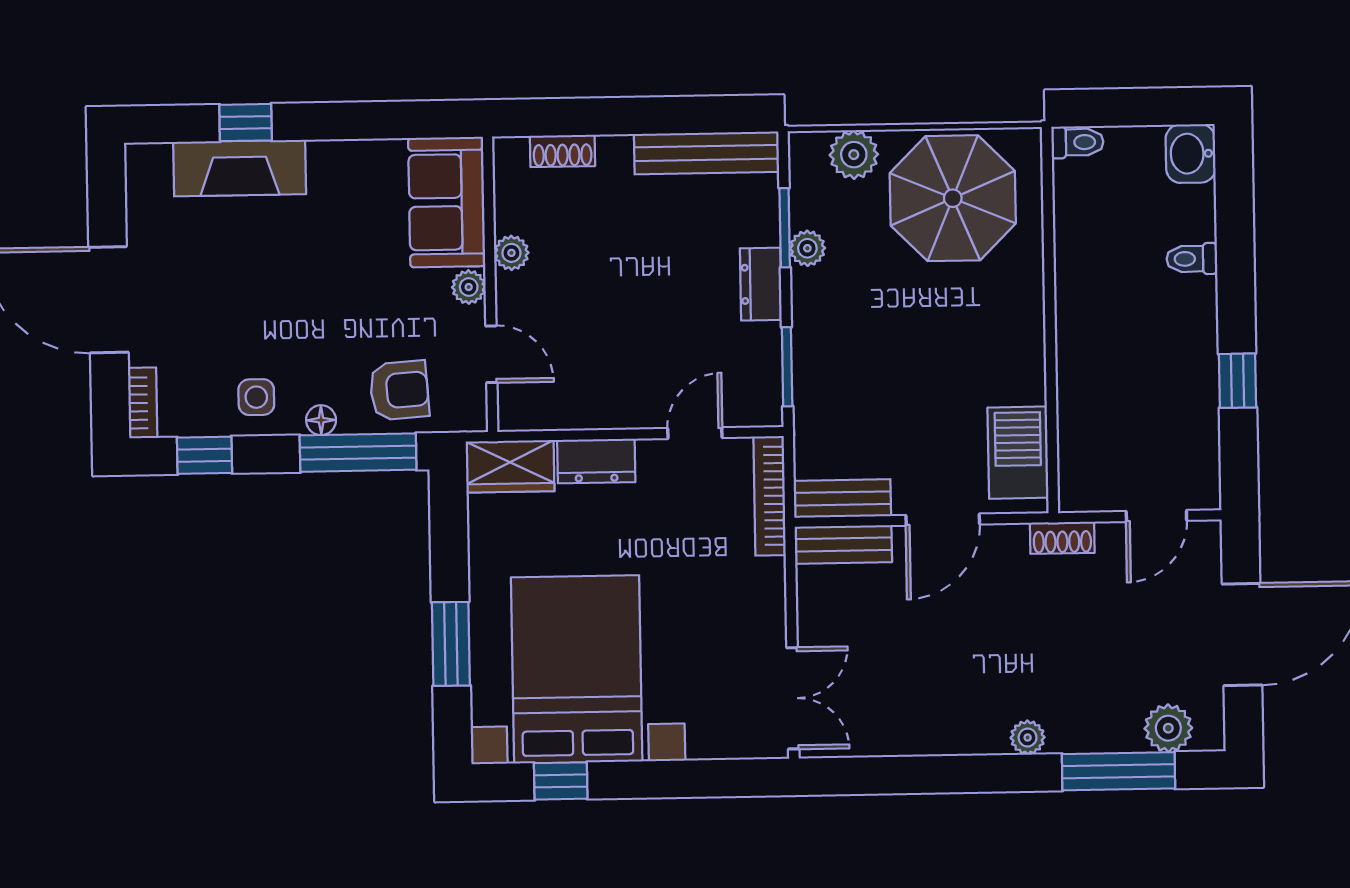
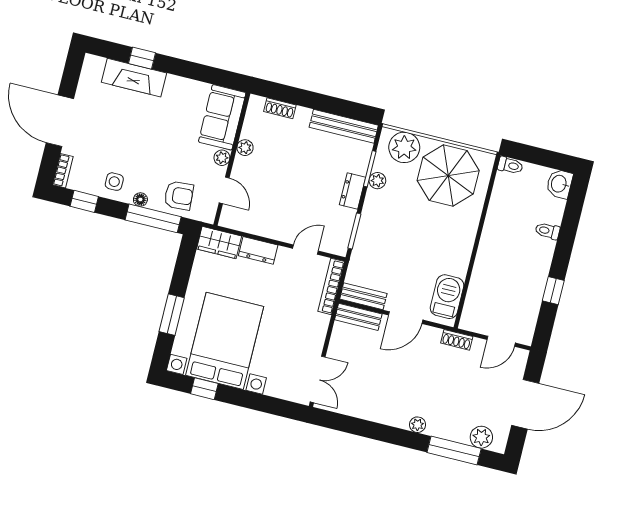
plant: (854, 155) -> (404, 147), width x1.36, depth x1.36

